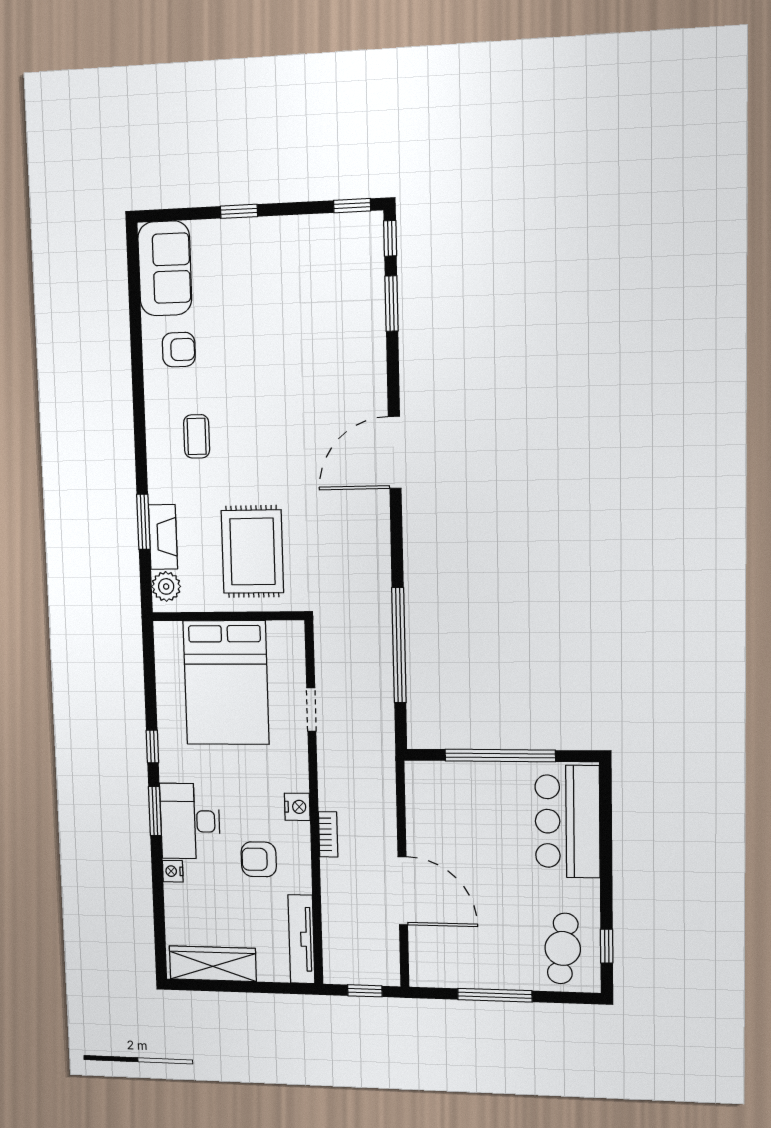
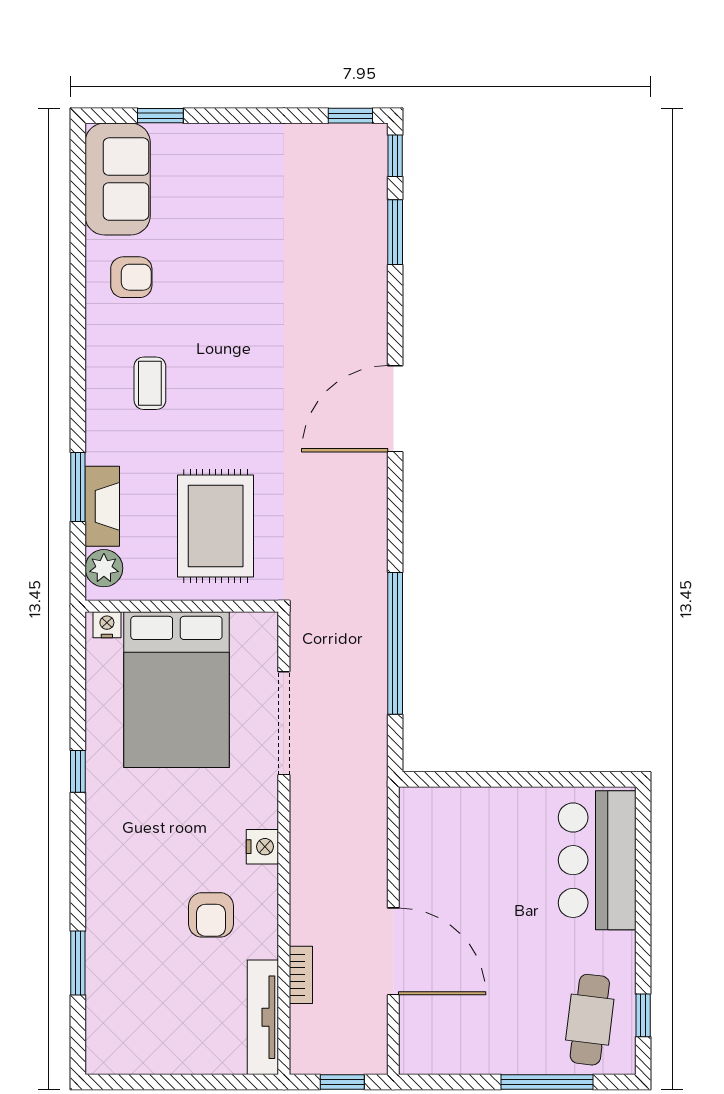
window: (239, 211) -> (160, 116), moved
doorway: (311, 710) -> (284, 723), width x1.88
window: (500, 756) -> (516, 779), removed
window: (155, 811) -> (78, 963), moved
desk: (190, 821) -> (123, 867), removed
bookcase: (328, 834) -> (301, 975), moved
armchair: (259, 859) -> (211, 915), turned -90
nightstand: (173, 871) -> (107, 625), moved, turned 90
wardrobe: (213, 964) -> (146, 1053), removed
window: (495, 995) -> (547, 1082), moved

